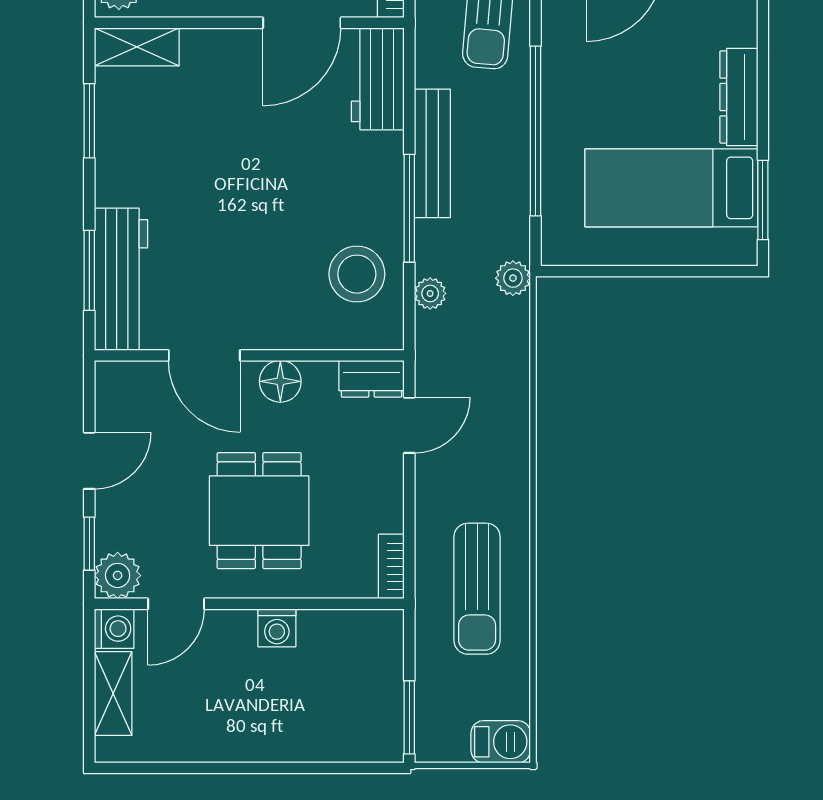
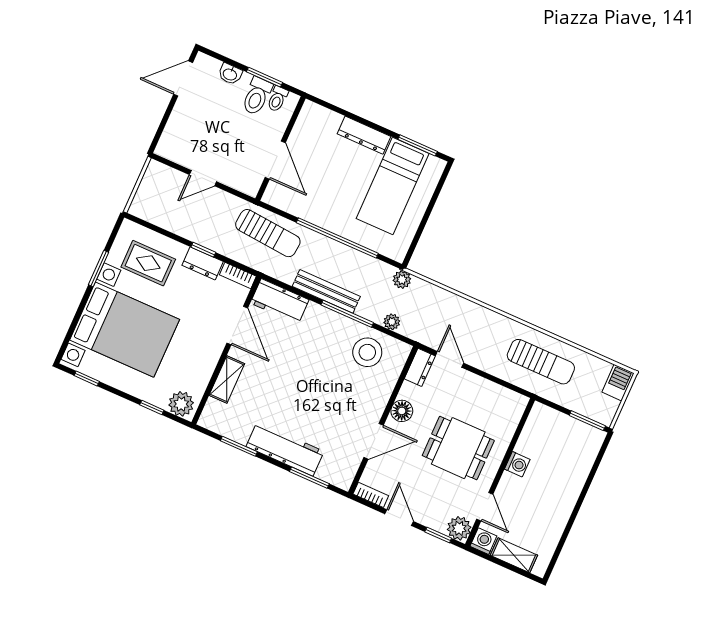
shelving: (137, 47) -> (227, 380), moved
workbench: (121, 279) -> (285, 449), moved
bookcase: (391, 566) -> (371, 495), moved, turned 180

